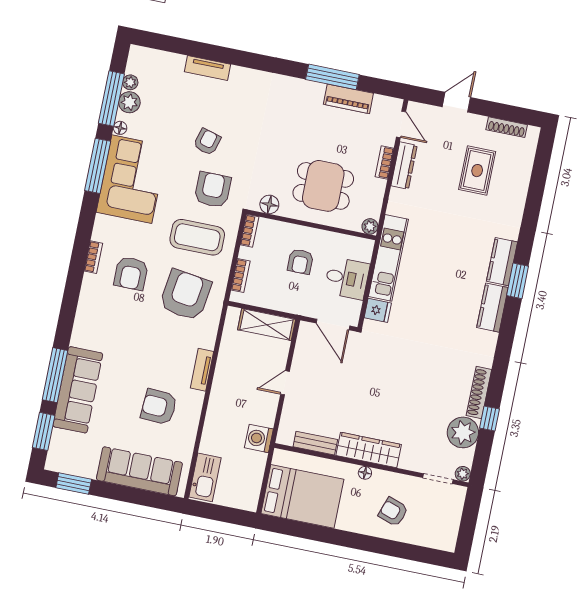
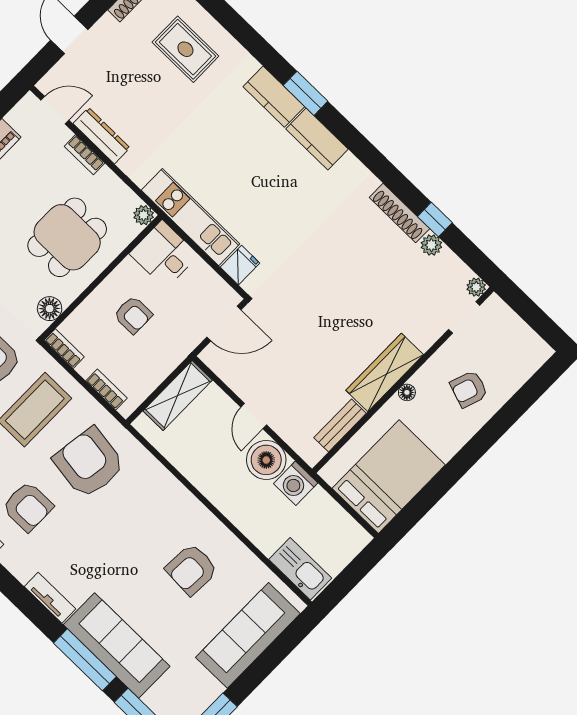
rug: (477, 171) -> (185, 49), moved
desk: (347, 278) -> (164, 254), moved, turned -90
tv unit: (202, 370) -> (50, 598), moved, turned 180
boiler: (262, 409) -> (266, 460), added
plant: (463, 432) -> (431, 245), width x0.53, depth x0.53

